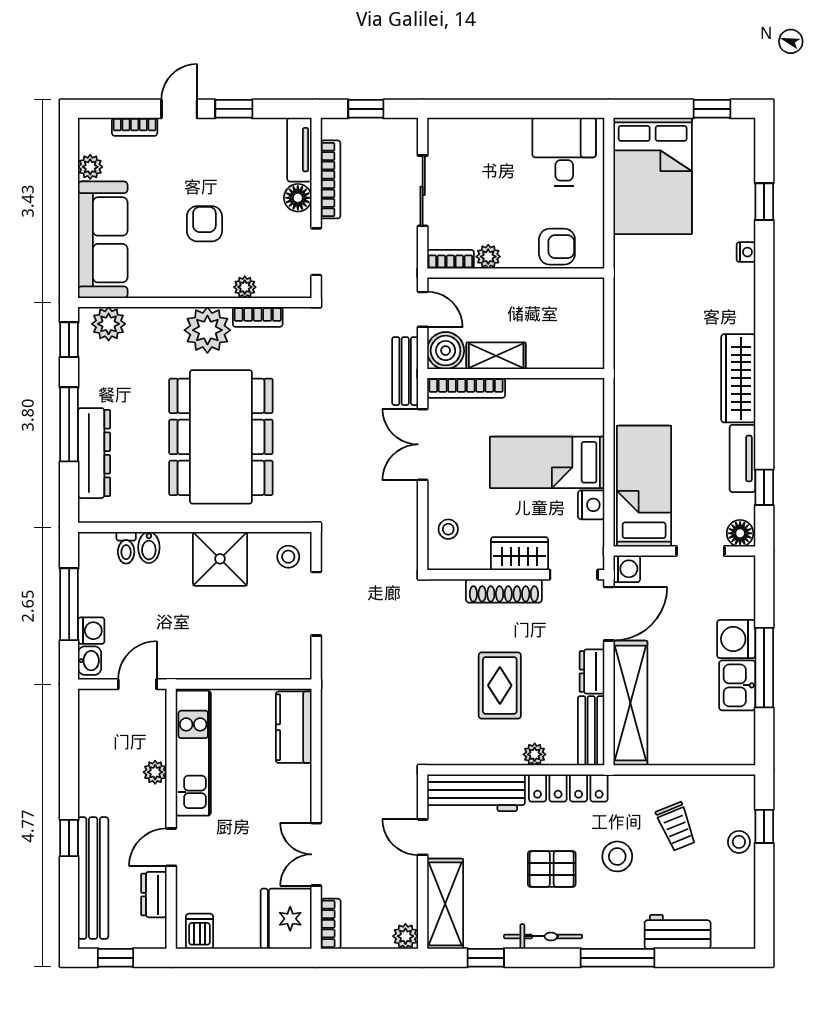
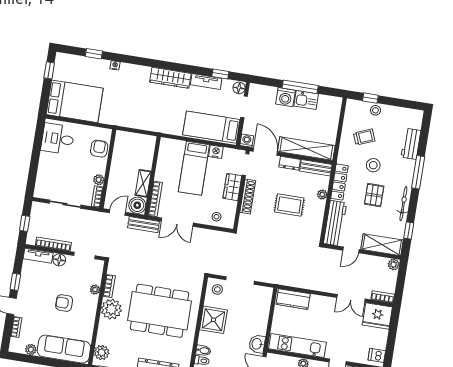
washbasin: (182, 663) -> (257, 344), added

